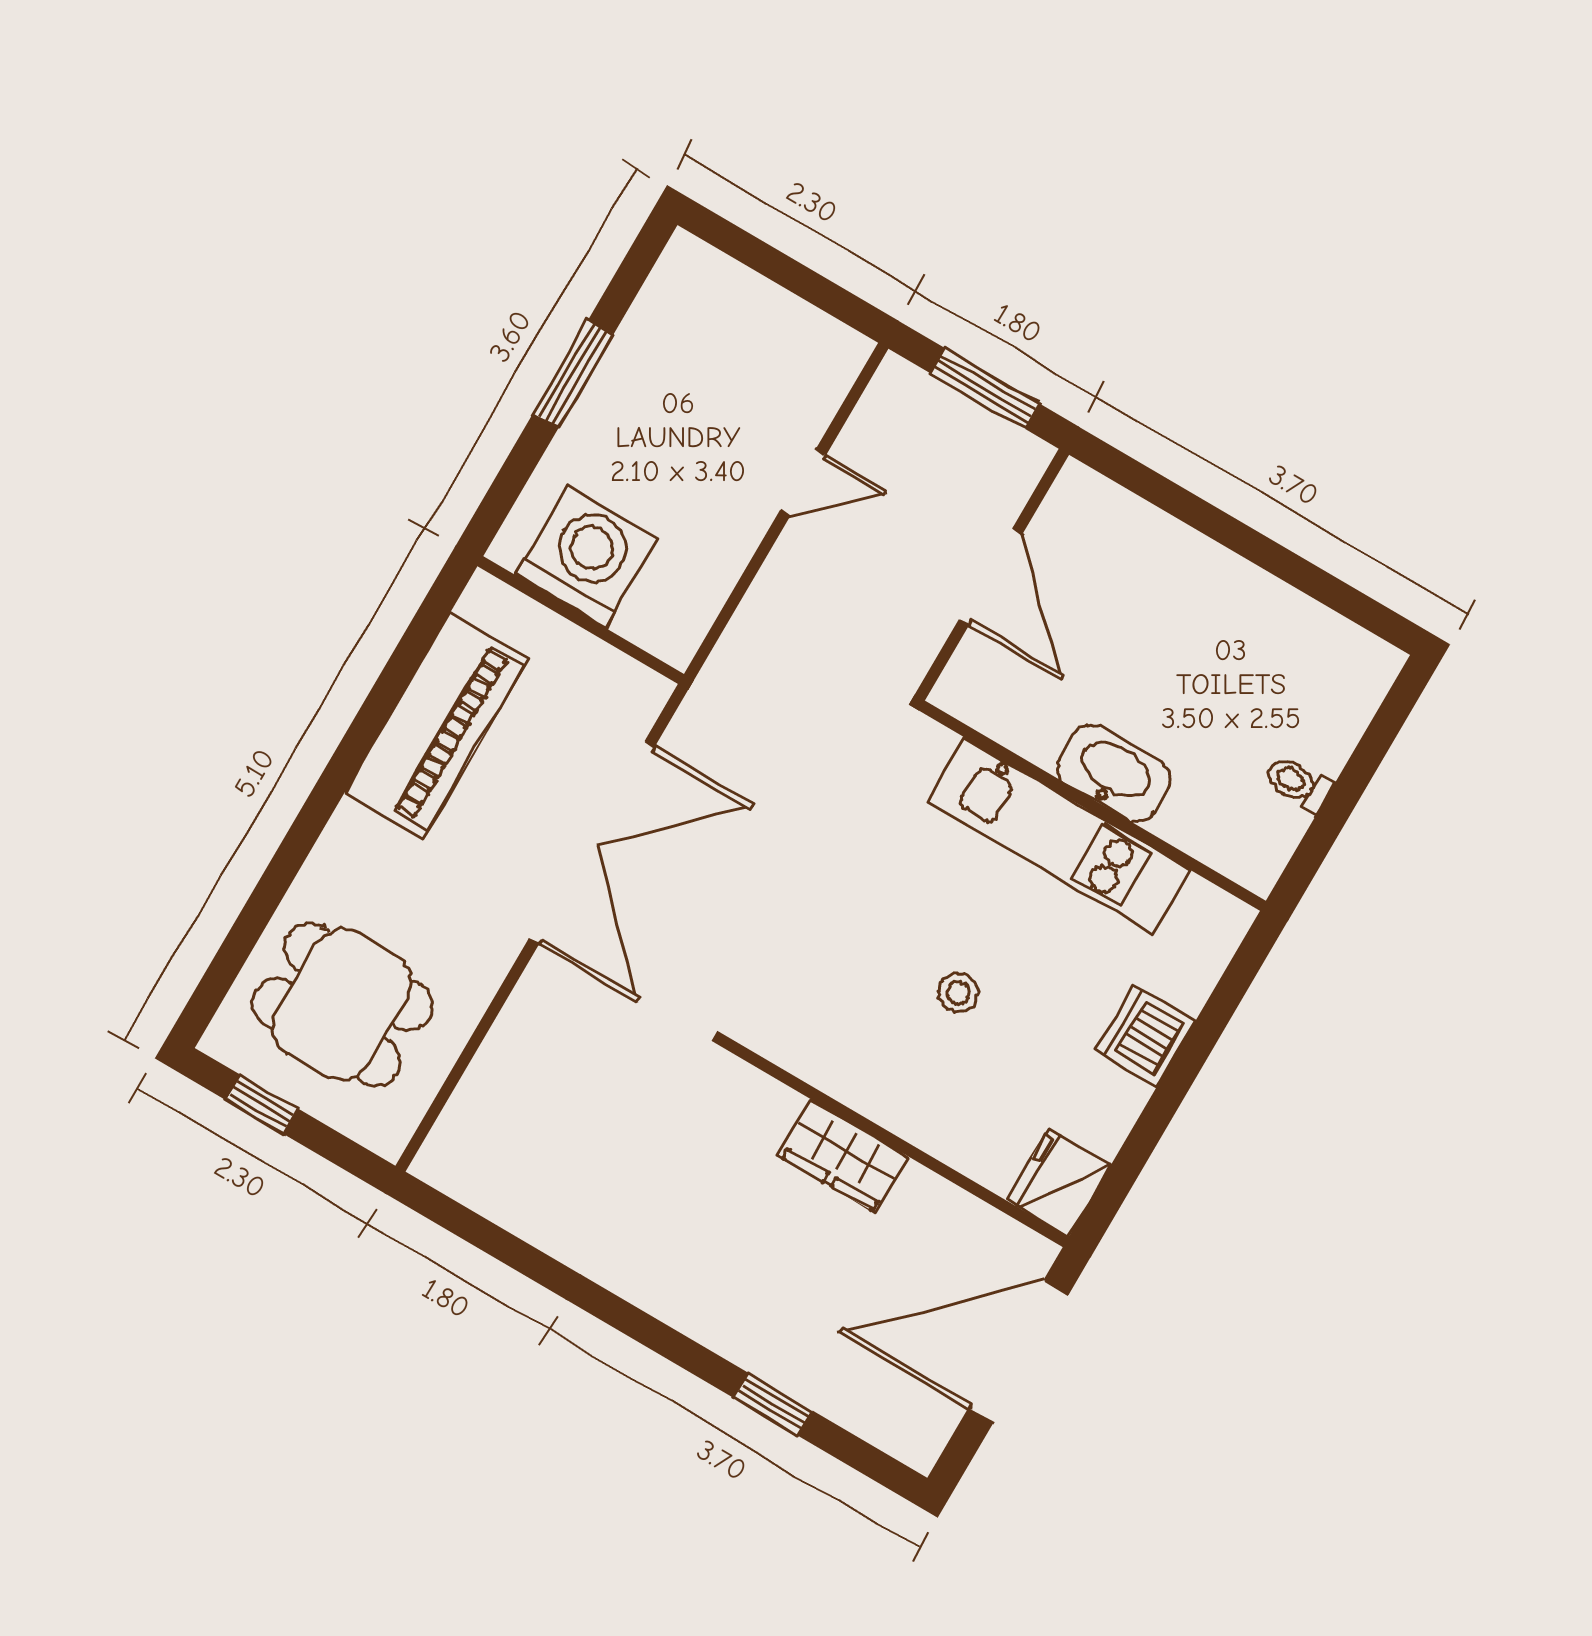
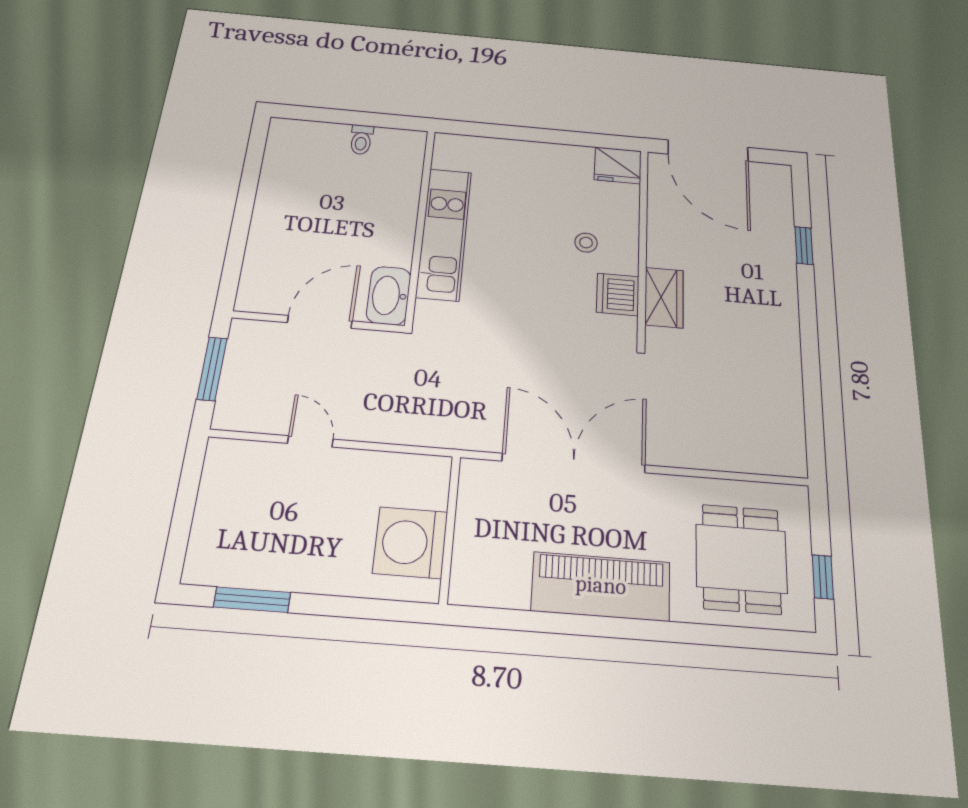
window: (573, 374) -> (252, 600), moved
piano: (437, 725) -> (601, 586), moved
washbasin: (1114, 773) -> (389, 296), moved
stool: (958, 993) -> (586, 243), moved
dishwasher: (1145, 1035) -> (618, 294), moved, turned 90
wardrobe: (844, 1156) -> (664, 298), moved

